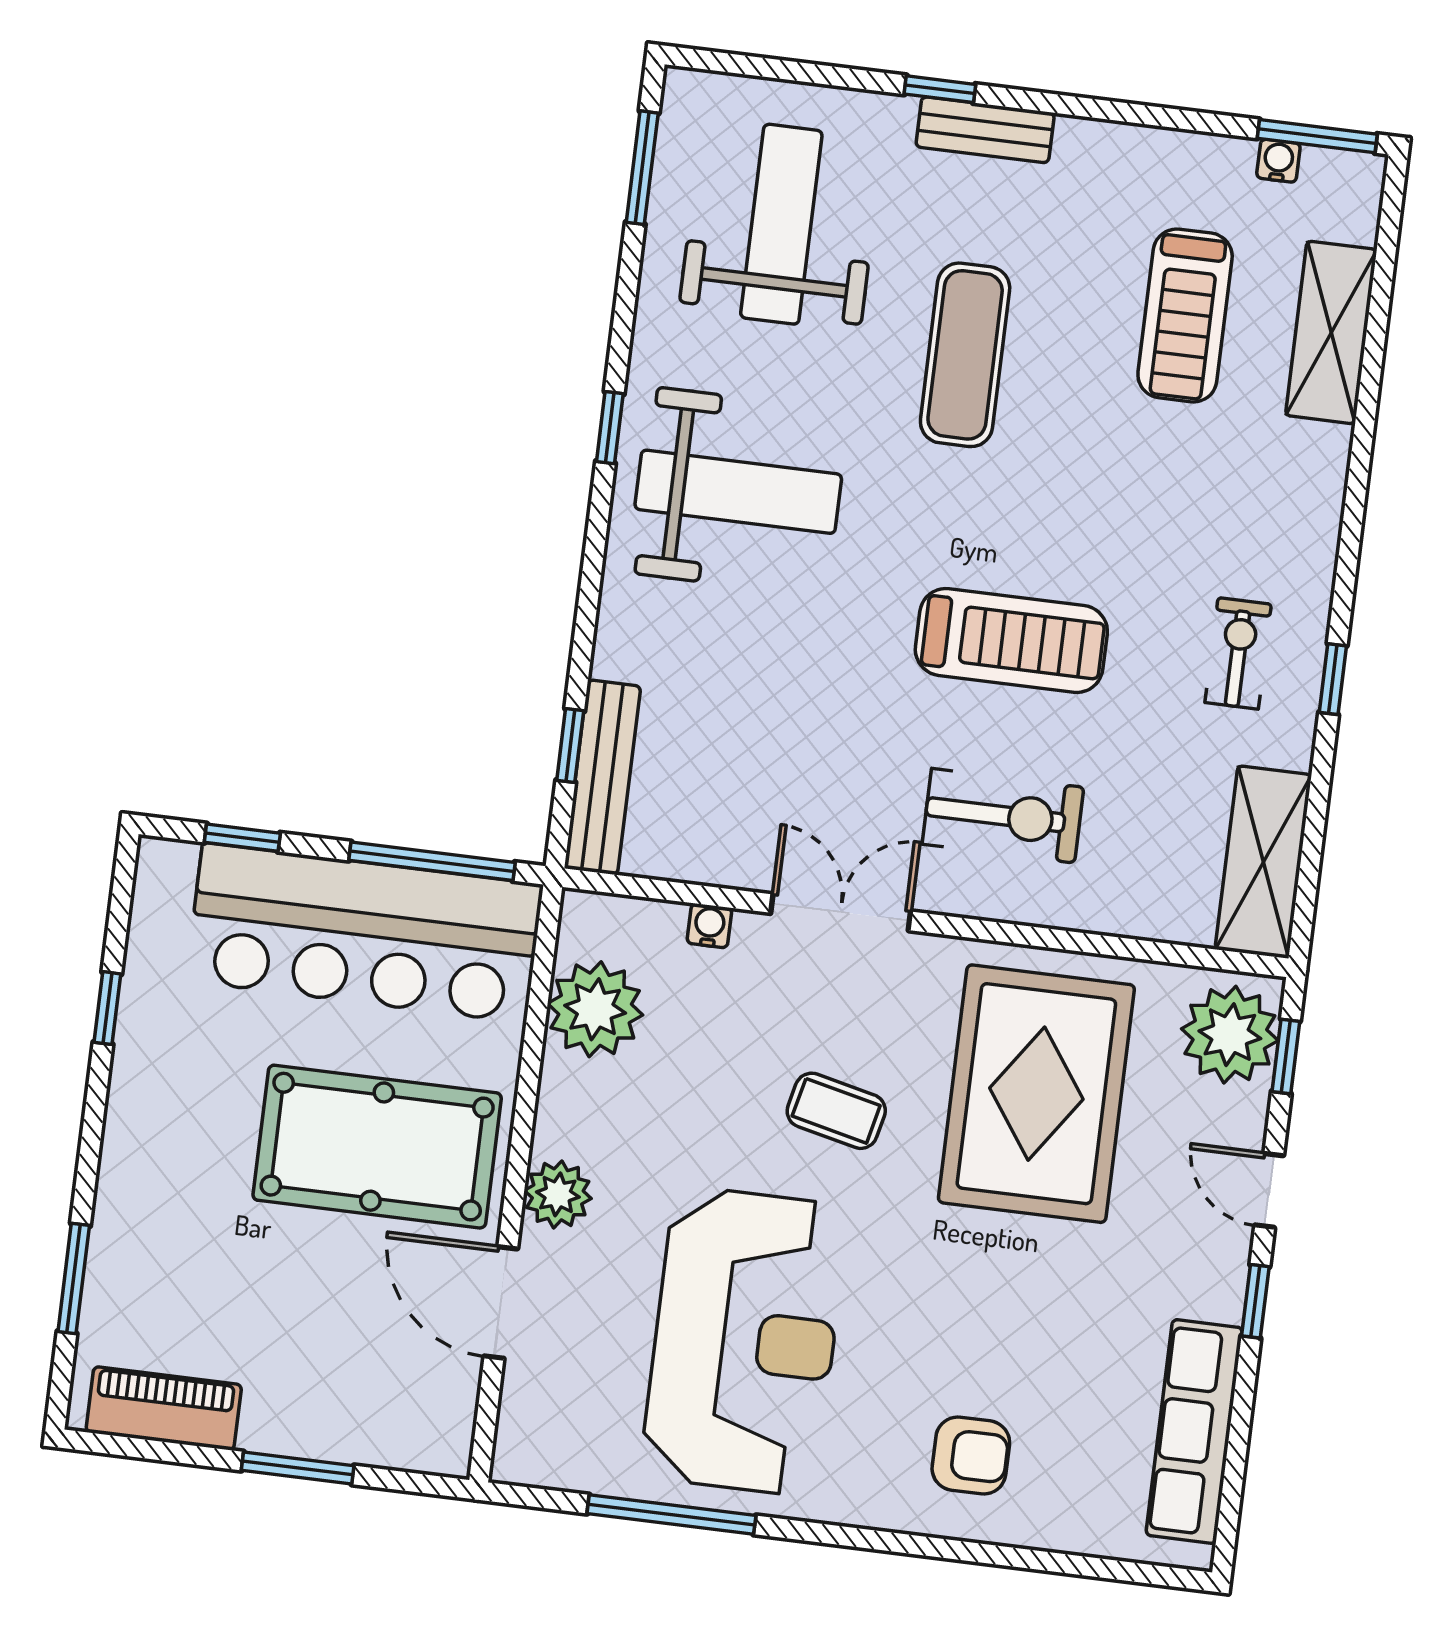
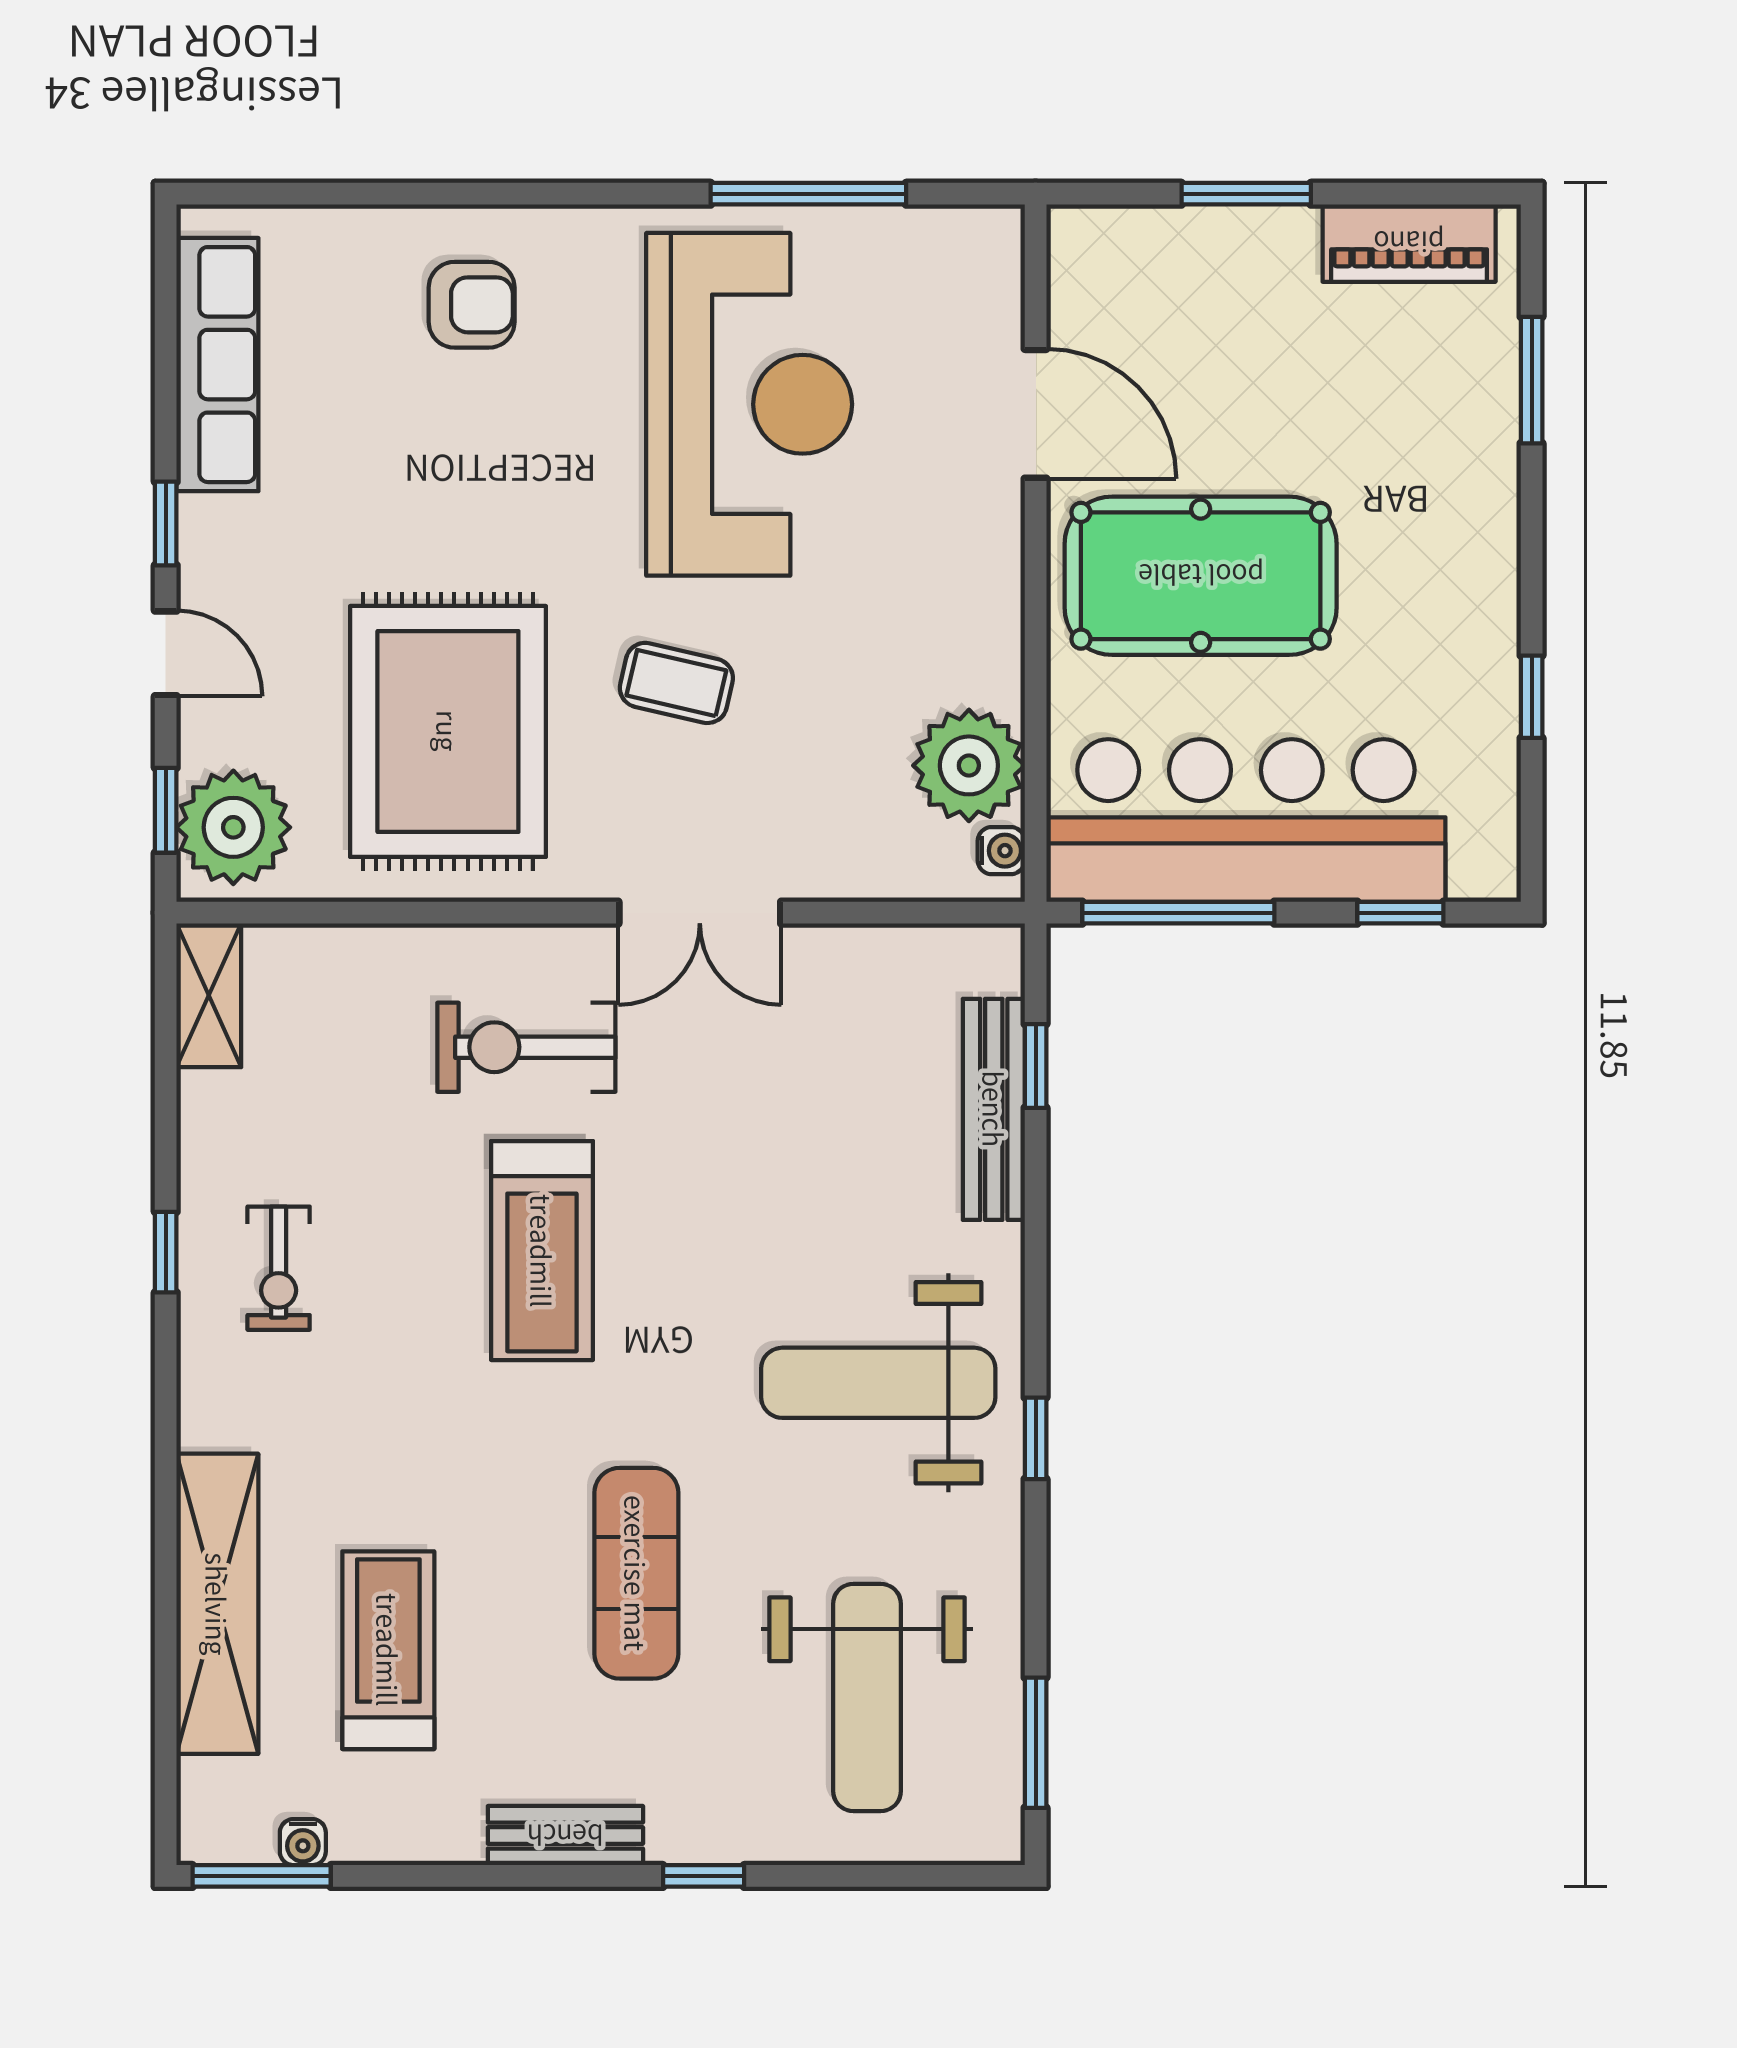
bench: (985, 130) -> (565, 1836), moved
shelving: (1331, 332) -> (217, 1604), width x1.47
treadmill: (1011, 640) -> (542, 1251), turned -90
bench: (602, 777) -> (994, 1109), moved
shelving: (1263, 862) -> (209, 995), width x0.67, depth x0.75
water cooler: (709, 926) -> (1001, 851), moved, turned -90
plant: (558, 1194) -> (985, 546), removed
reception desk: (744, 1341) -> (749, 404), turned 180
armchair: (971, 1455) -> (472, 305), turned 180

